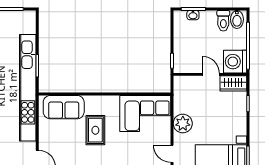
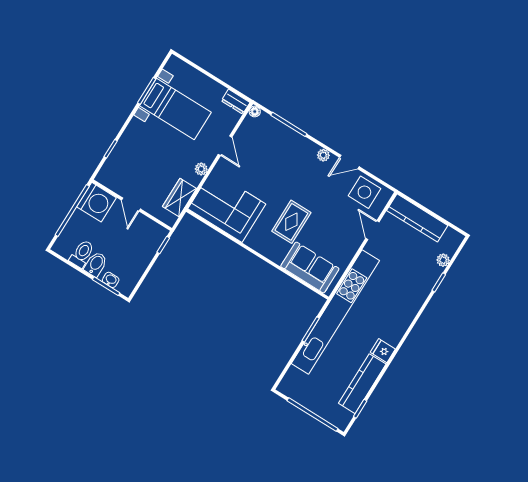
bidet: (237, 19) -> (96, 264), moved
wardrobe: (233, 83) -> (179, 198), moved, turned -90
plant: (183, 123) -> (201, 169), width x0.53, depth x0.53

